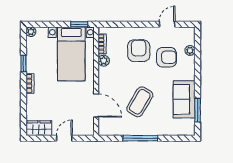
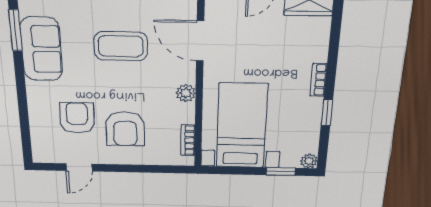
window: (79, 24) -> (281, 172), moved
plant: (190, 50) -> (38, 128), removed
armchair: (166, 57) -> (77, 118), turned 90
plant: (104, 61) -> (186, 93), moved
coffee table: (140, 102) -> (121, 46), turned 59

